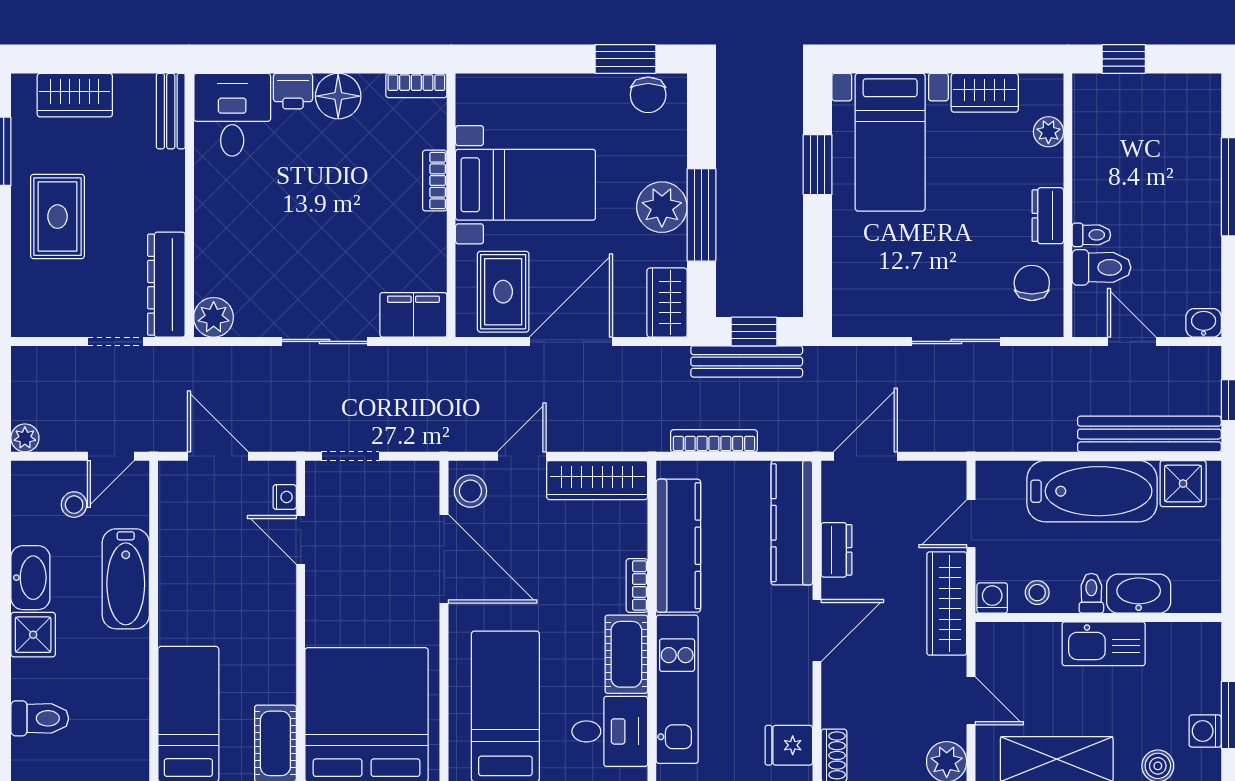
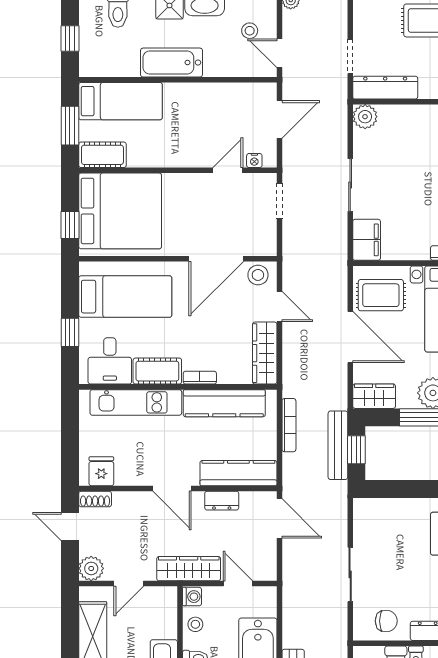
bathtub: (126, 579) -> (171, 63), moved

